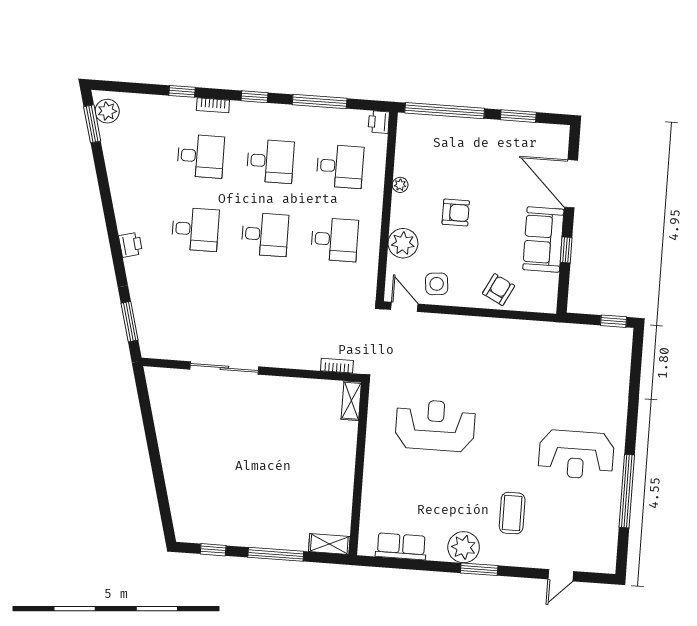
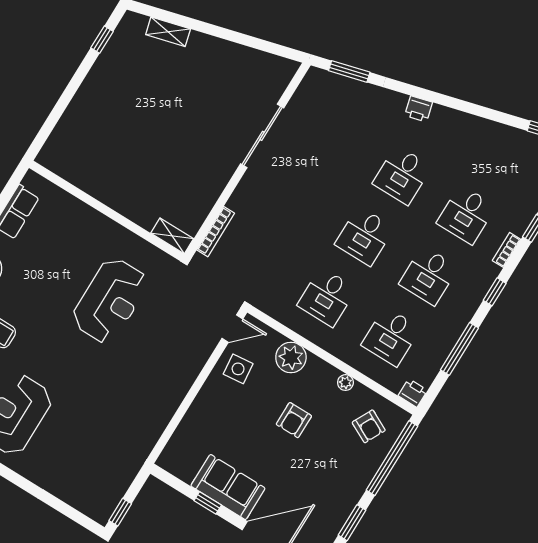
armchair: (499, 290) -> (369, 426), moved
bookcase: (337, 366) -> (216, 232), width x1.56
shelving: (329, 544) -> (168, 32), moved, turned 75
window: (276, 554) -> (68, 94), removed

